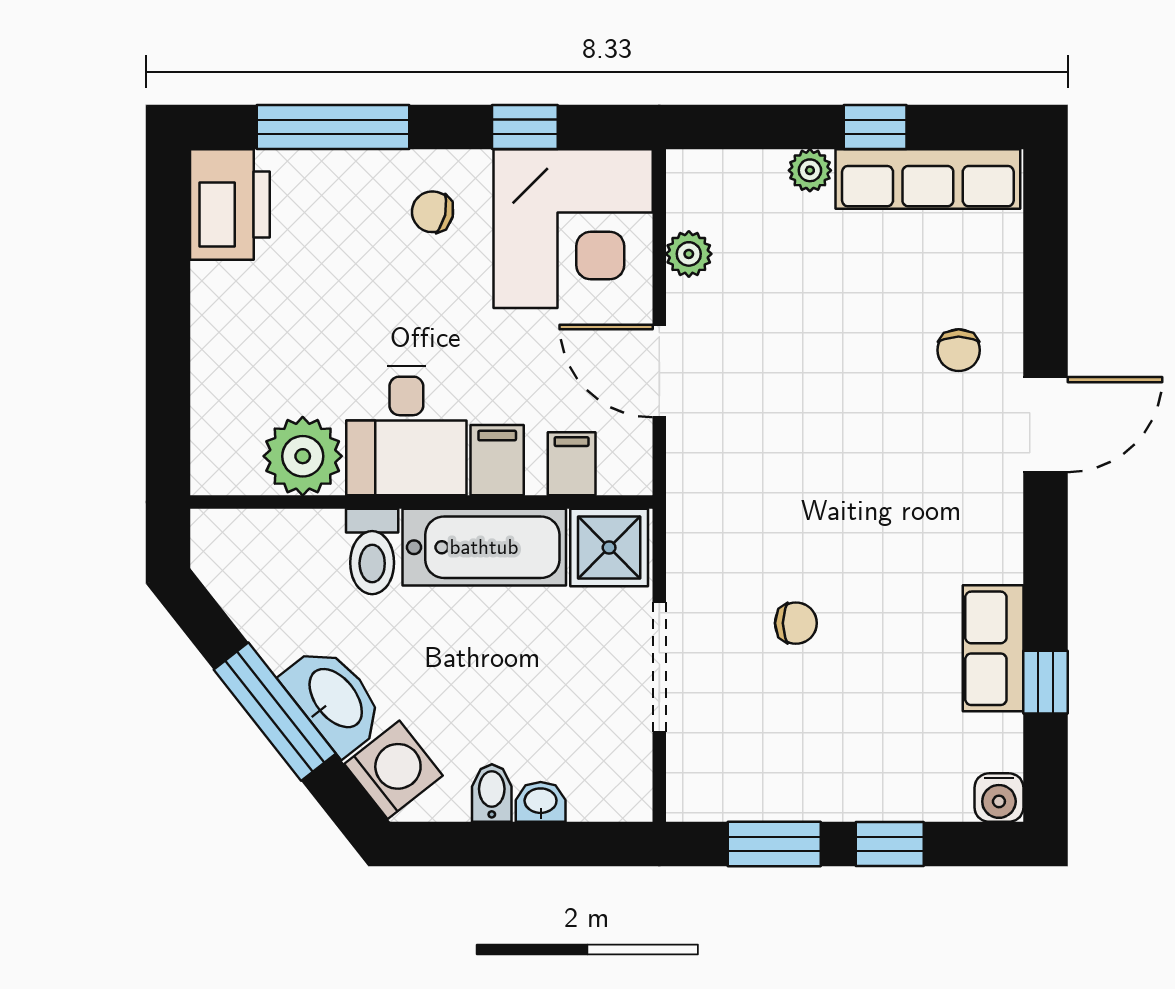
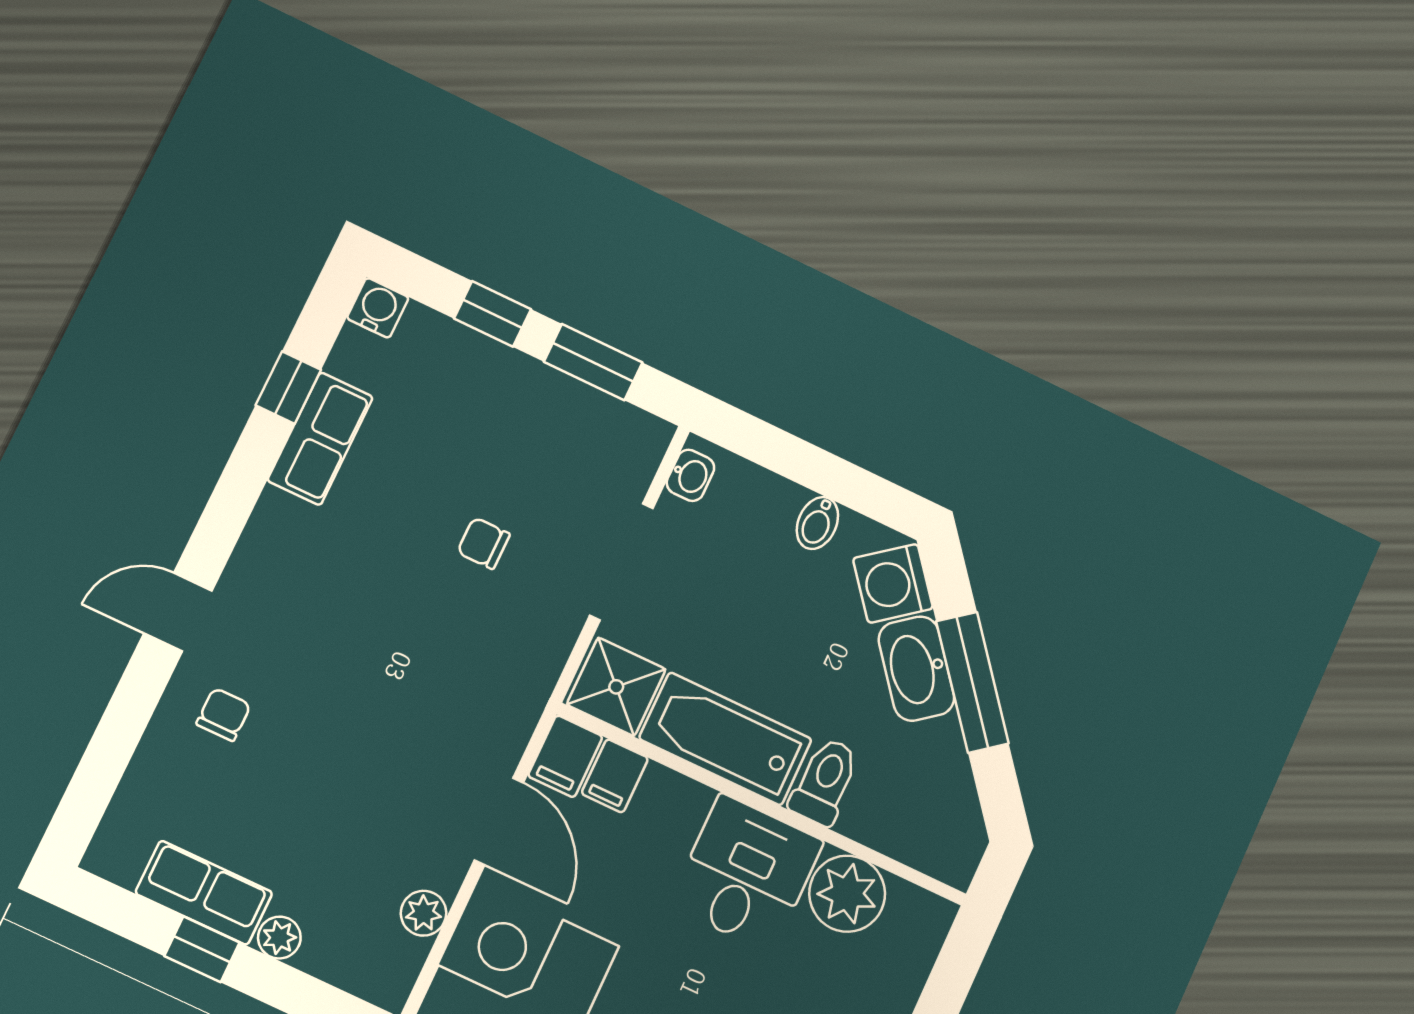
row of seats: (928, 179) -> (204, 893), width x0.68
door: (1045, 425) -> (178, 612), width x0.73
filing cabinet: (497, 460) -> (565, 756), moved
washbasin: (541, 802) -> (690, 475), moved, turned -90

